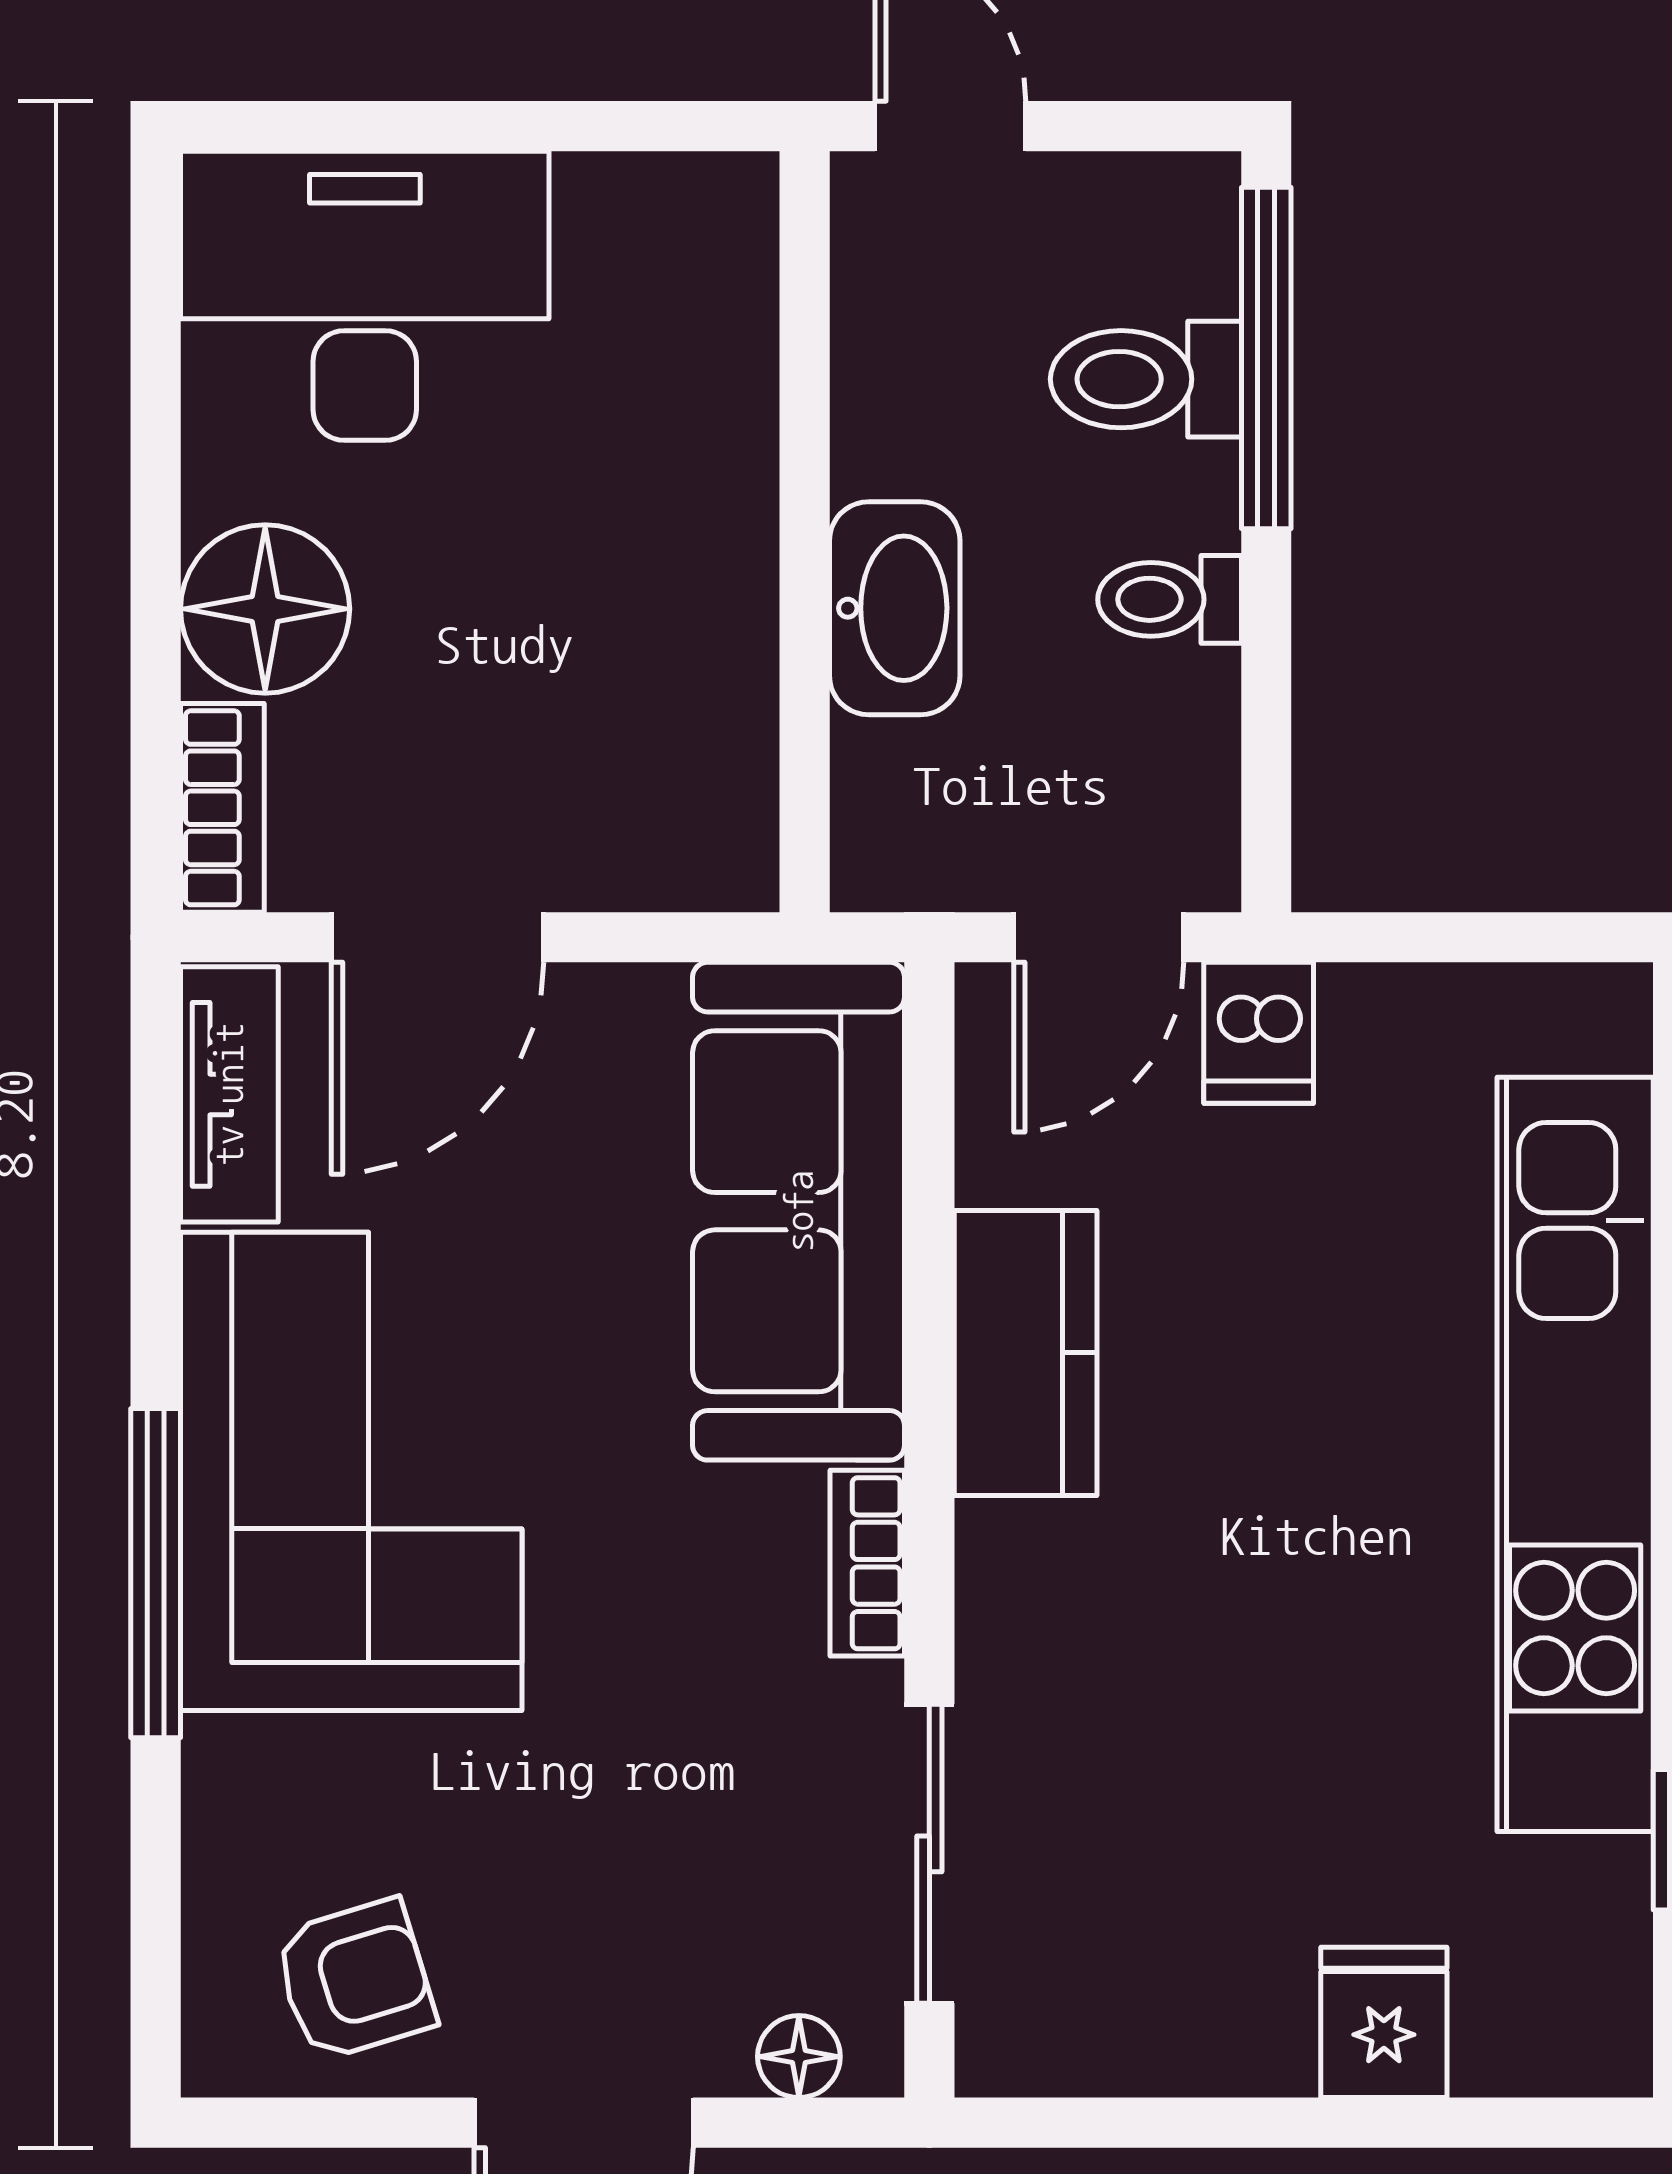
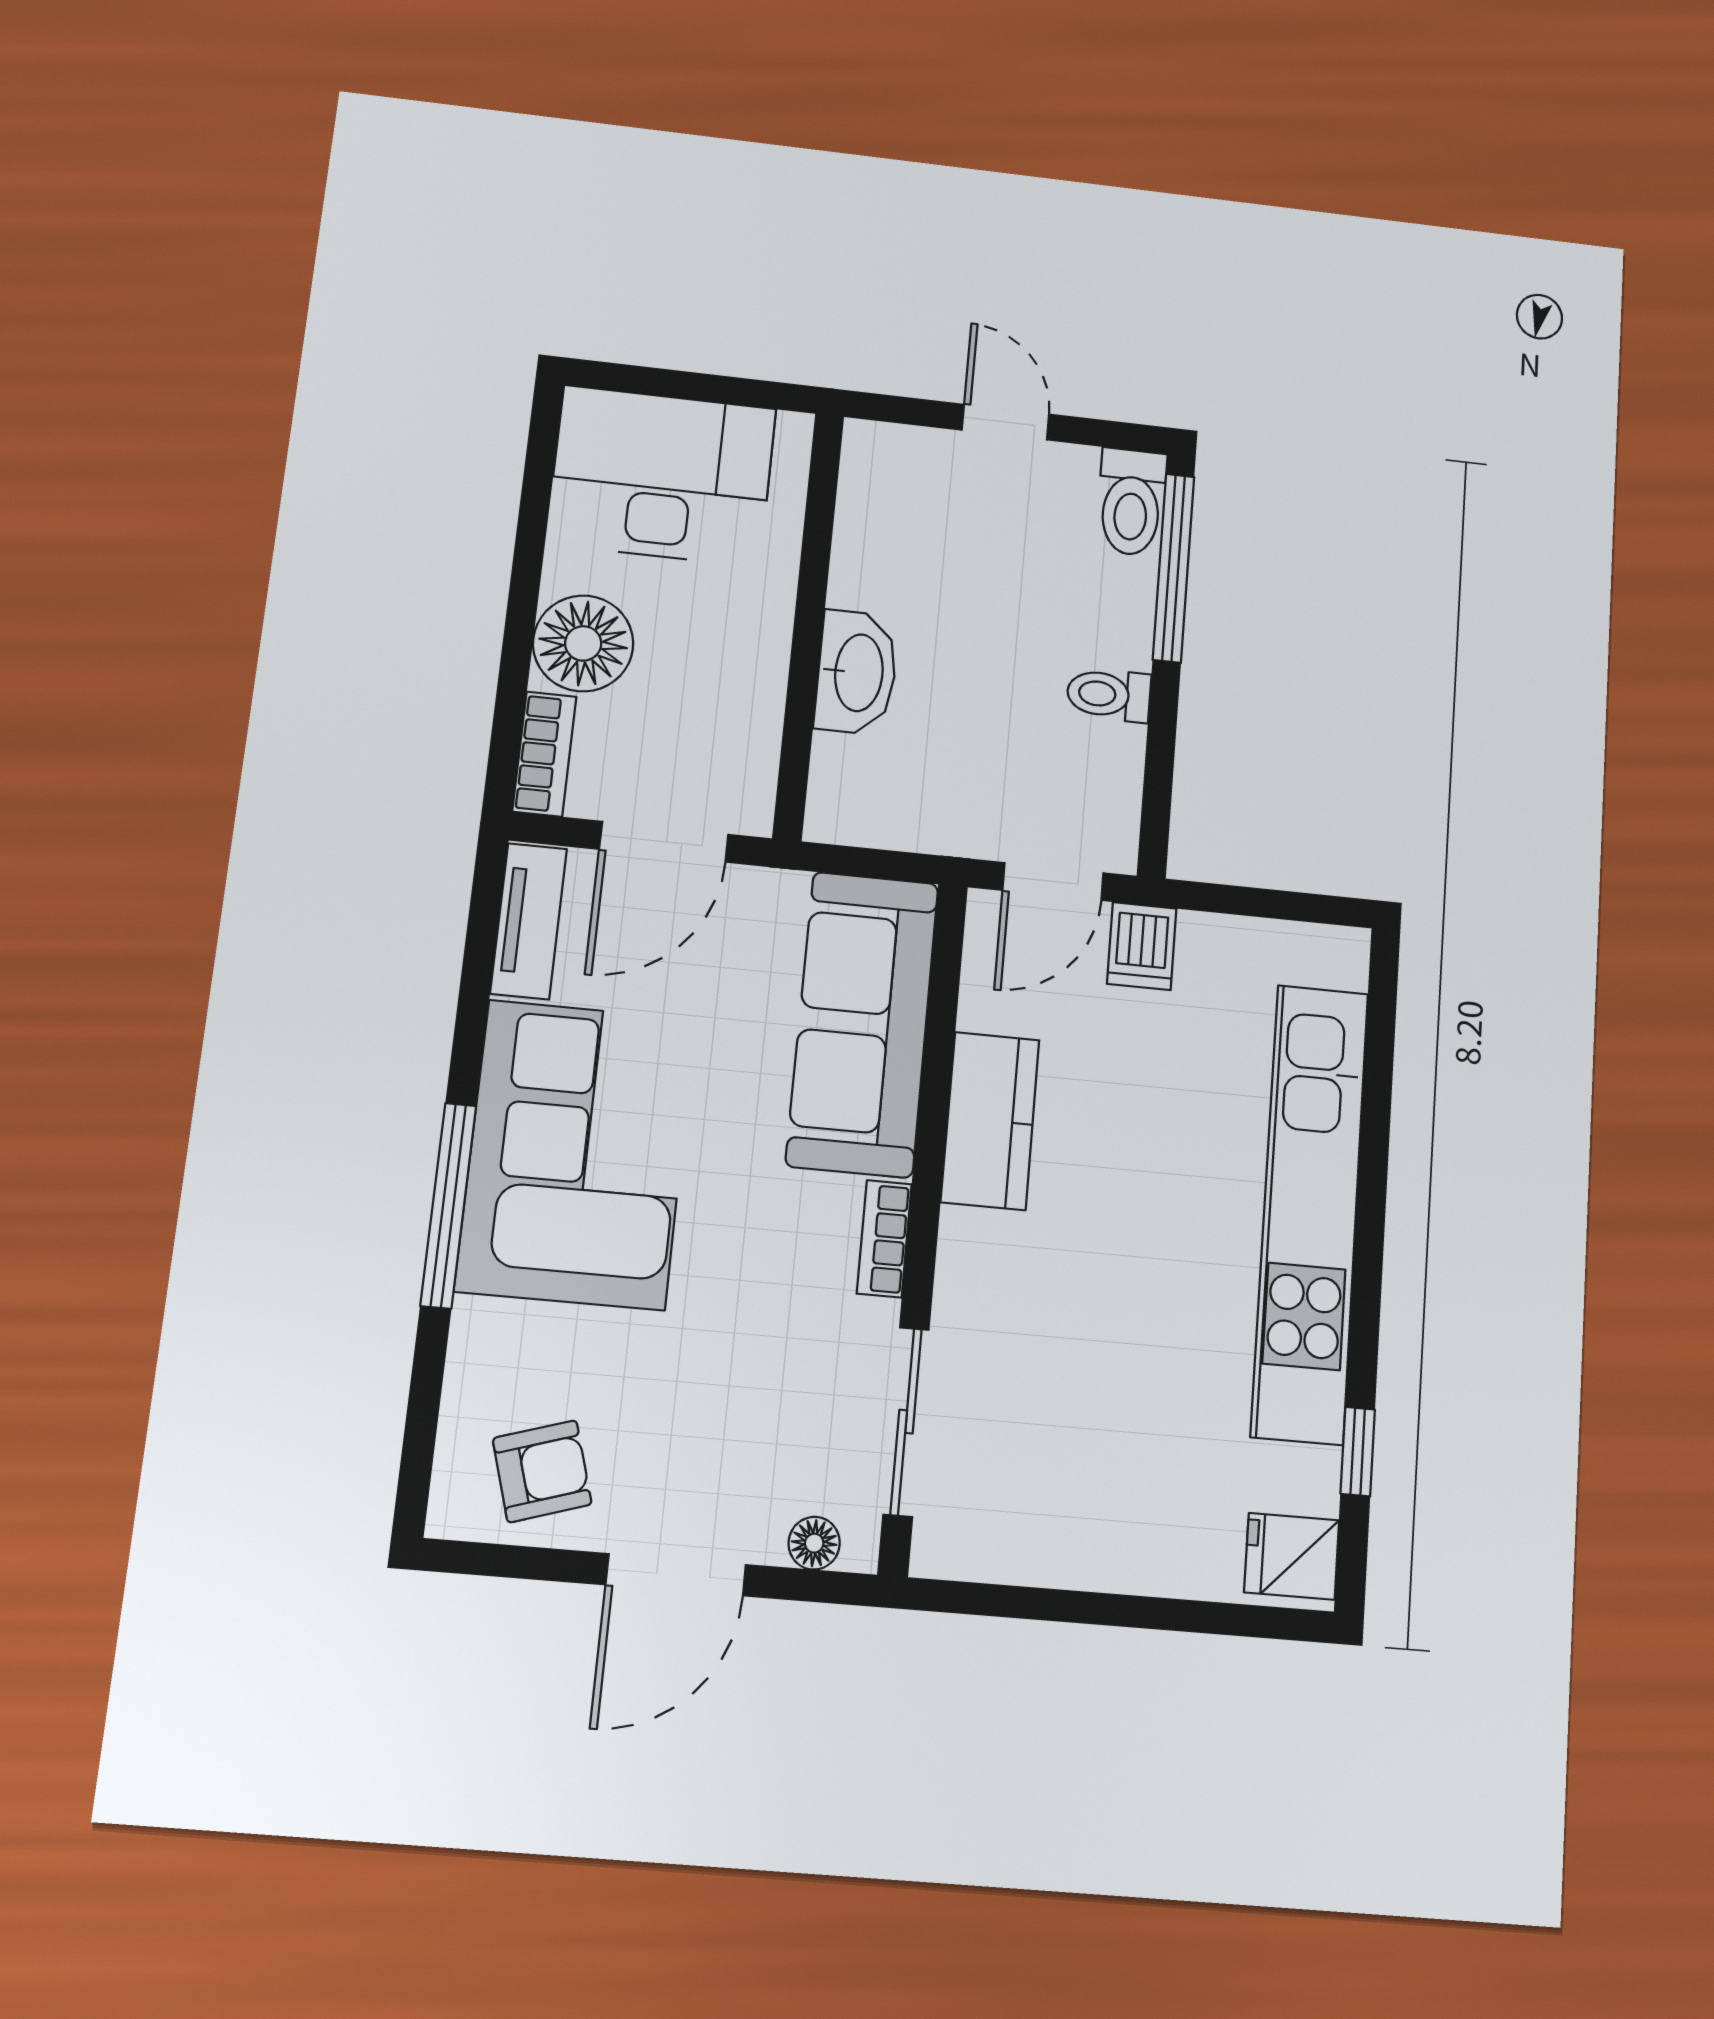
toilet: (1146, 379) -> (1131, 502), moved, turned -90
wall: (805, 532) -> (809, 624), moved
washbasin: (895, 608) -> (857, 673), moved
fridge: (1384, 2022) -> (1292, 1556), moved, turned -90

